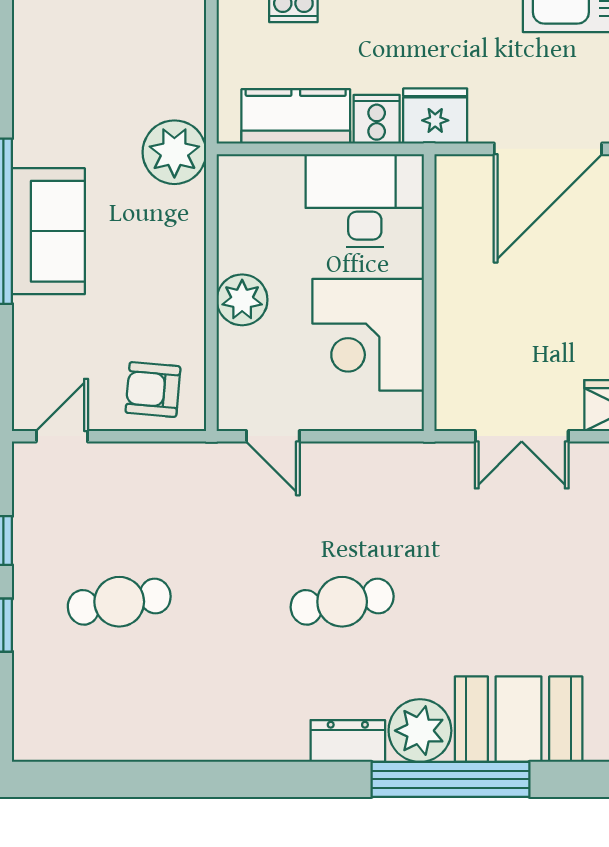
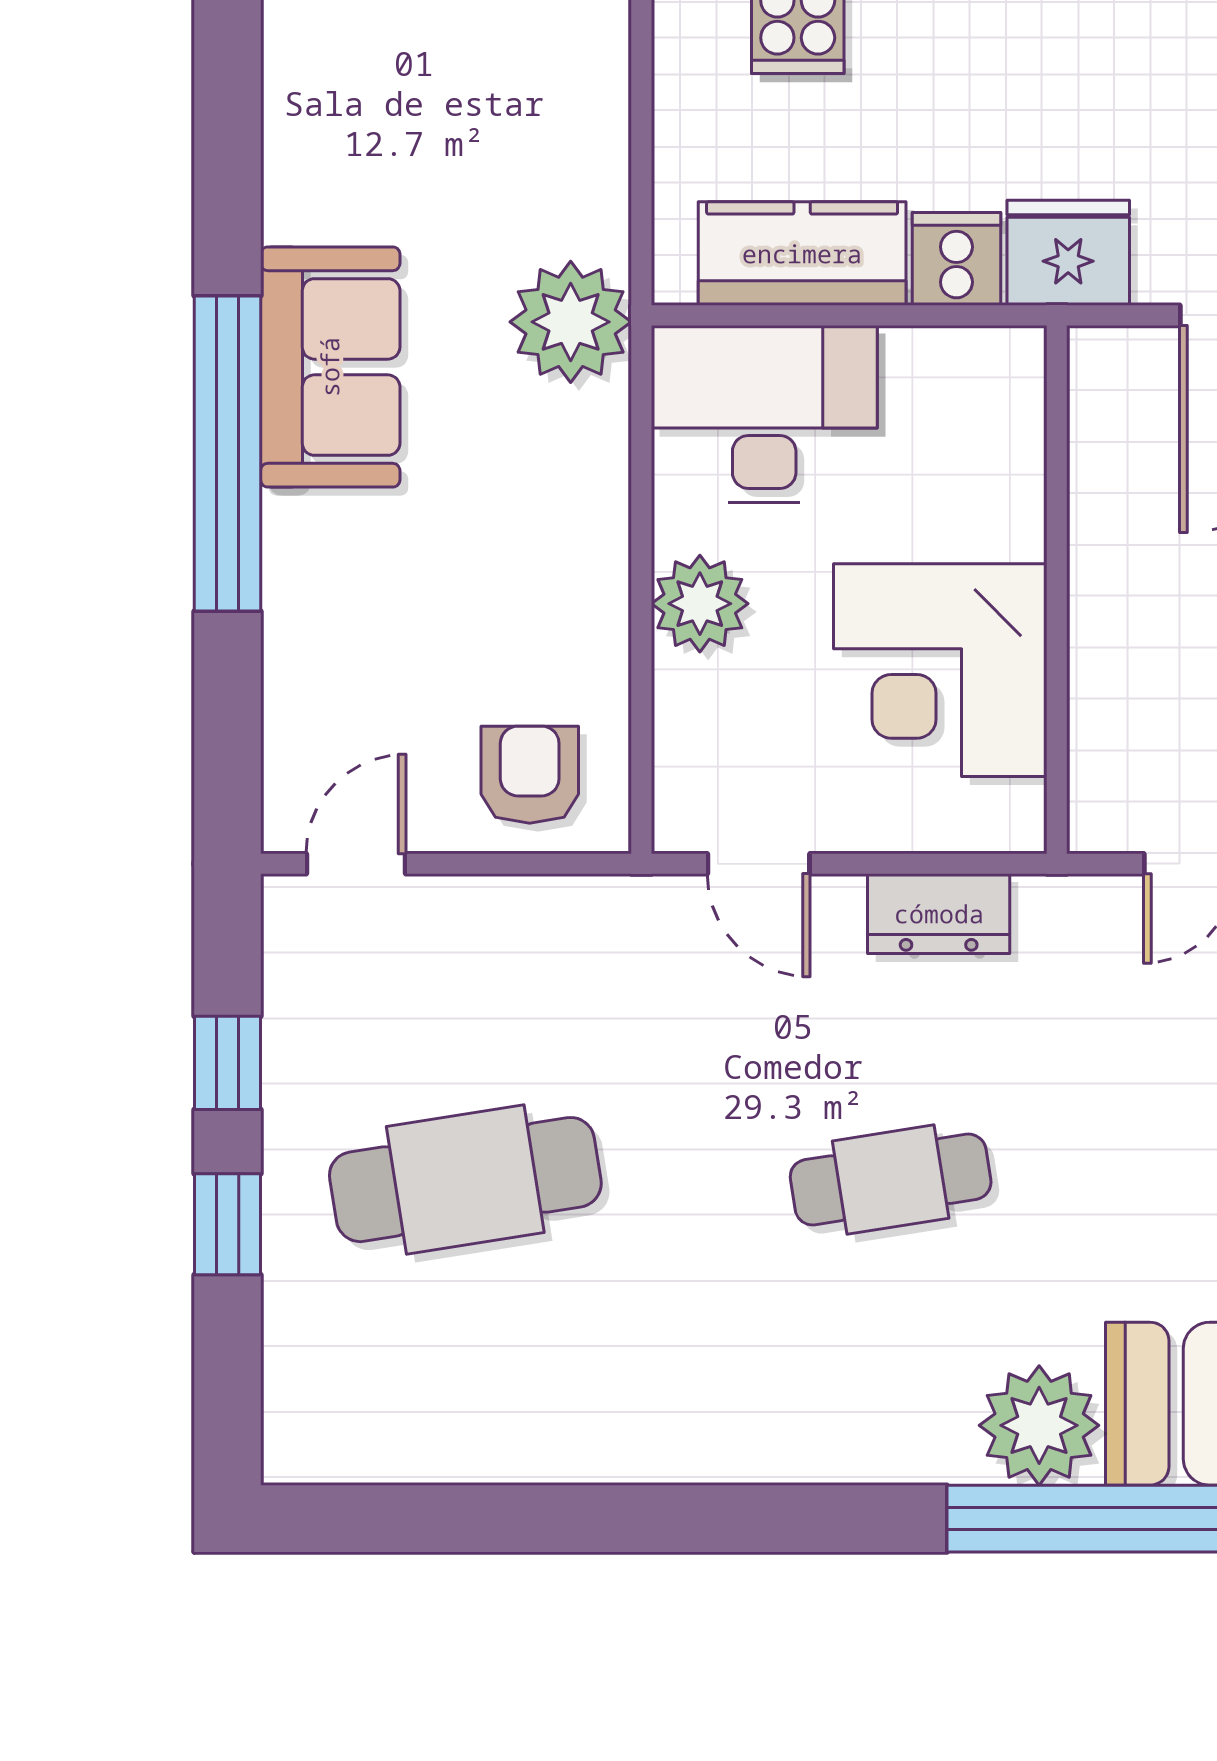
desk: (365, 201) -> (764, 414), moved
sofa: (48, 231) -> (330, 367), moved
armchair: (153, 390) -> (530, 775), turned 85
cafe table: (119, 602) -> (465, 1180), width x1.37, depth x1.35
dresser: (348, 741) -> (939, 914), moved, turned 180

